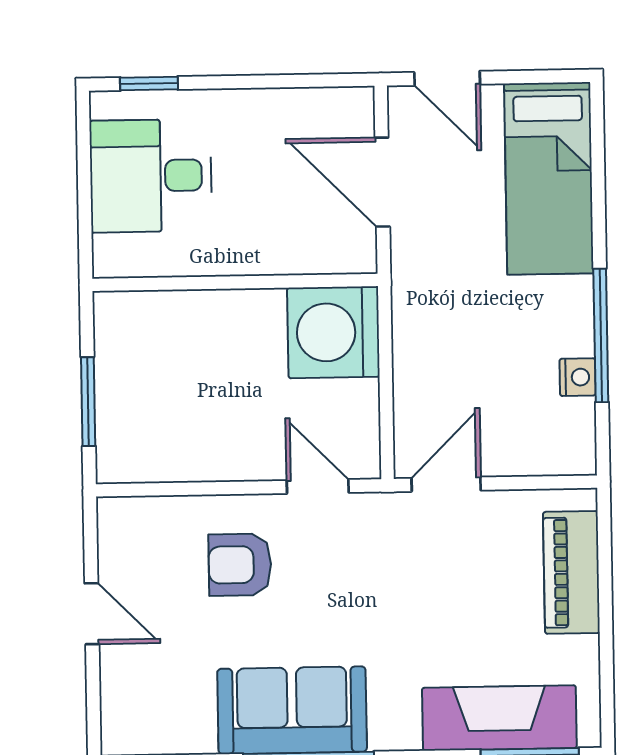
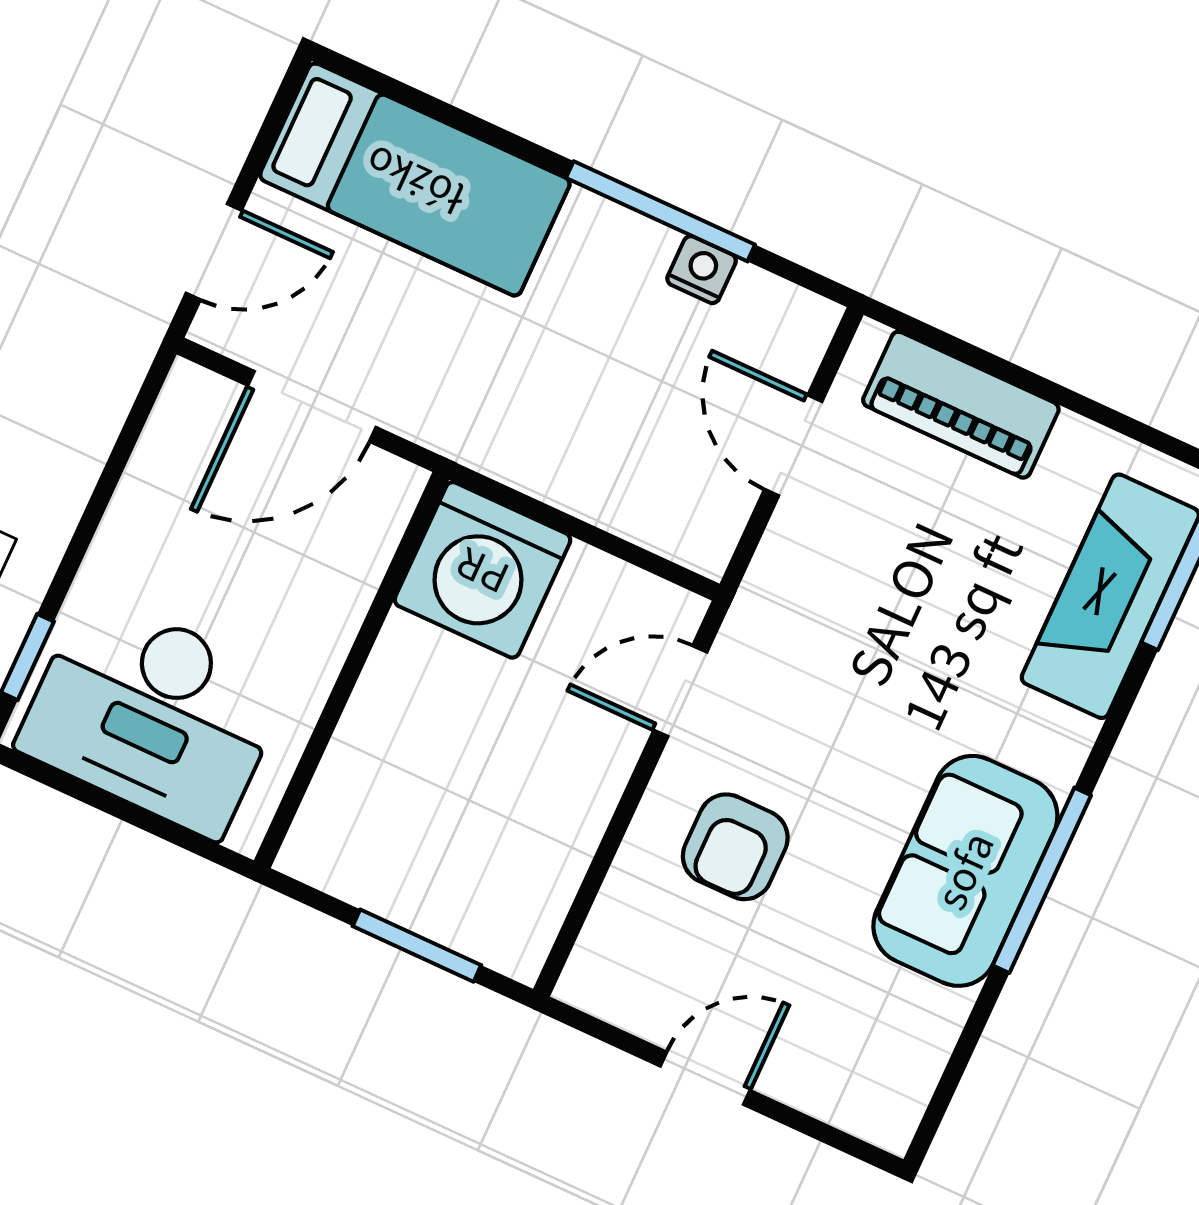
desk: (151, 176) -> (153, 715), width x1.37
door: (446, 484) -> (793, 445), moved

